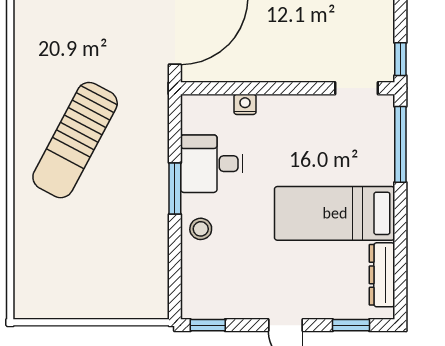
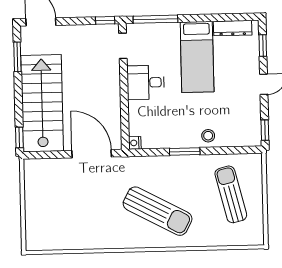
nightstand: (245, 104) -> (135, 143), moved
desk: (212, 164) -> (146, 82), moved, turned 90
sun lounger: (100, 265) -> (231, 194), added

